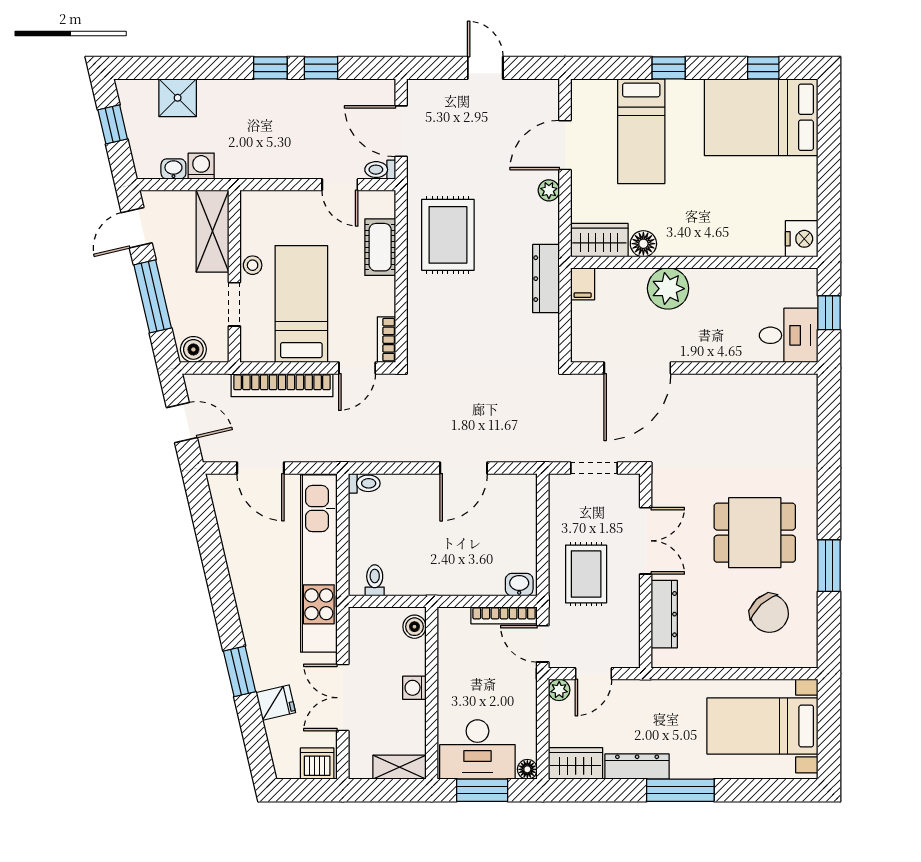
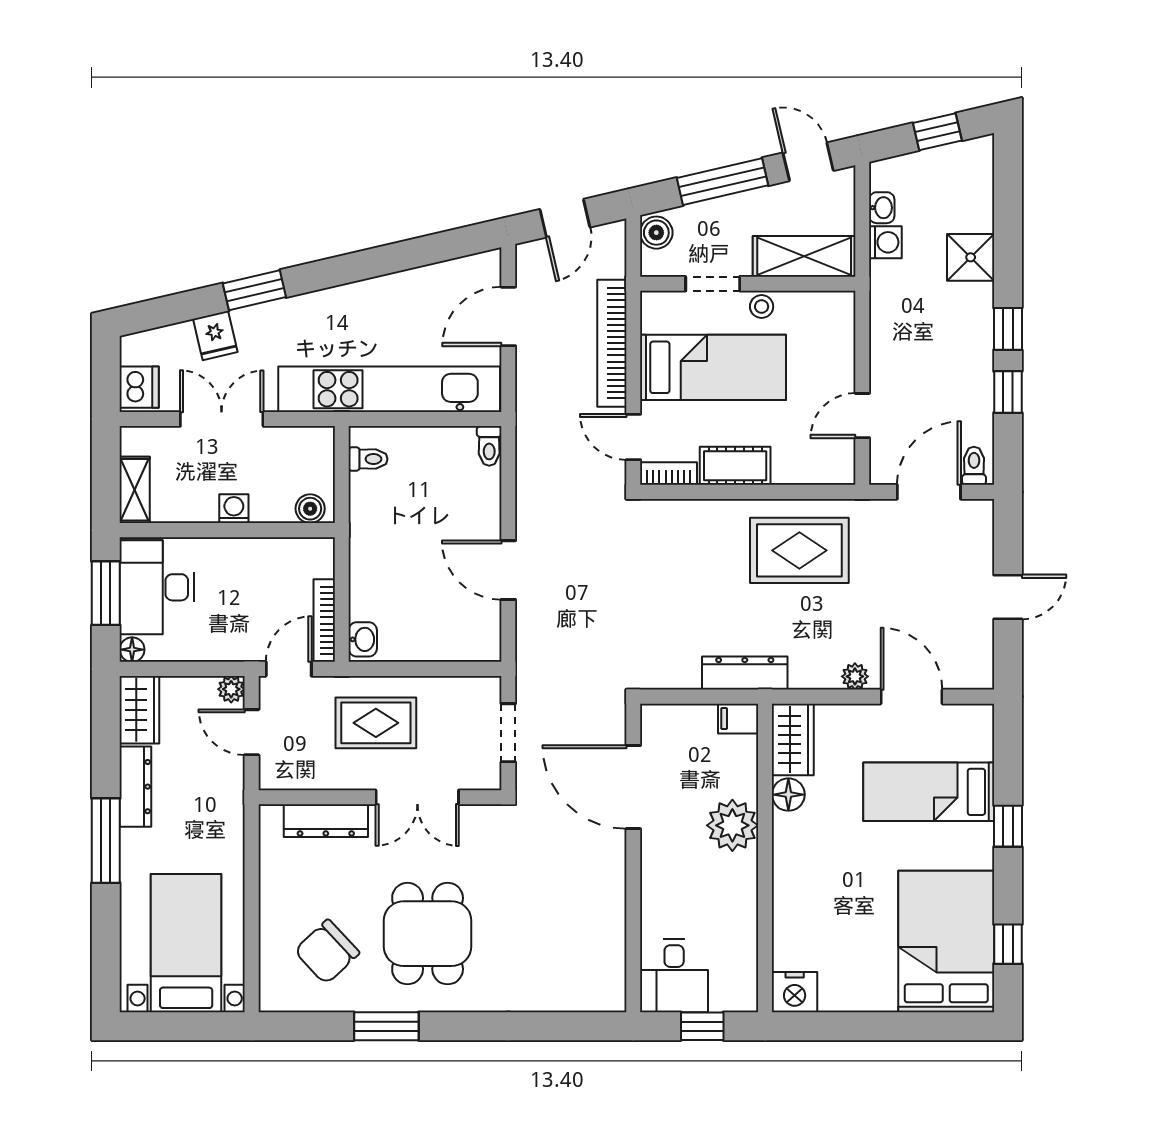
shower: (178, 98) -> (971, 257), moved
toilet: (380, 170) -> (974, 466), moved
cot: (380, 247) -> (735, 466), moved

